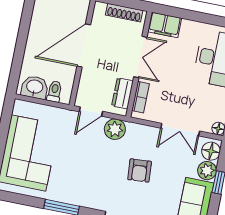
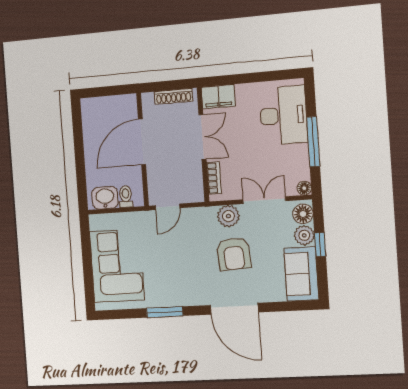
dresser: (122, 93) -> (194, 179), removed
plant: (115, 129) -> (228, 216), moved
double door: (180, 130) -> (264, 200), swing flipped
armchair: (140, 170) -> (234, 254), width x1.38, depth x1.38

